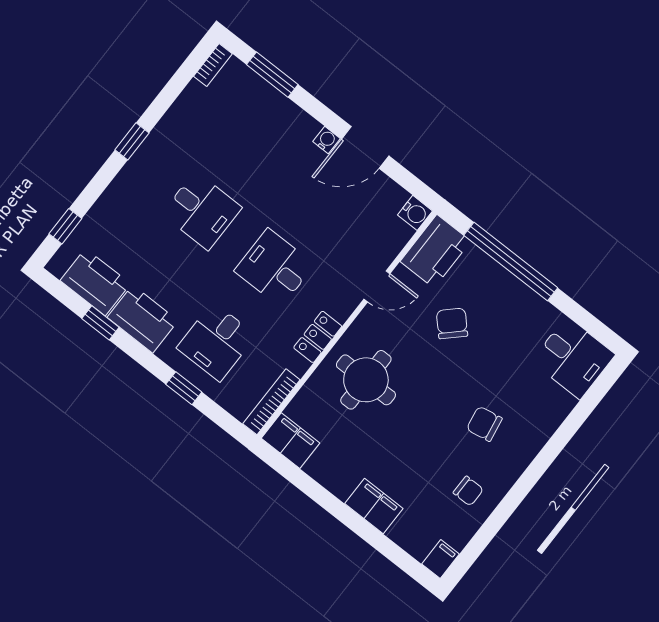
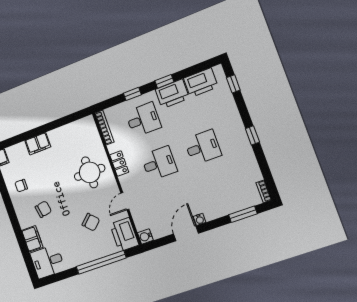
desk: (202, 211) -> (203, 147), turned 180
window: (100, 323) -> (164, 81), moved
desk: (216, 342) -> (143, 120), turned 90
filing cabinet: (290, 441) -> (32, 239), moved, turned -90

